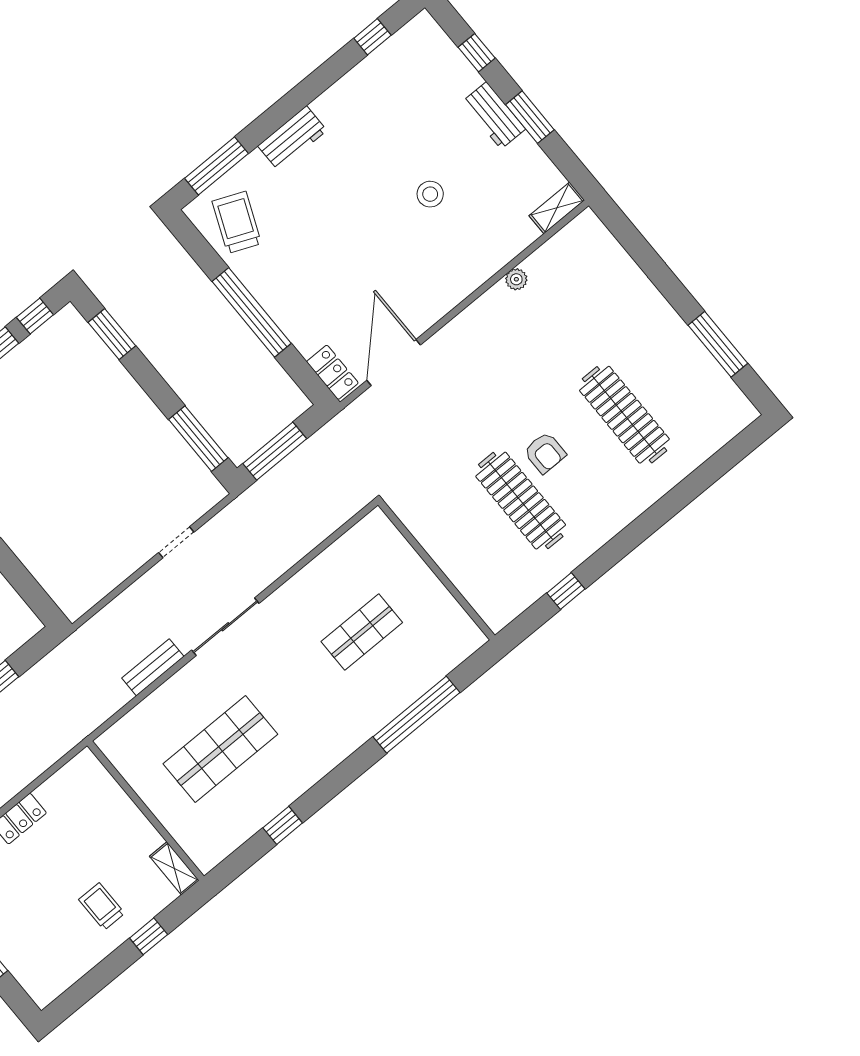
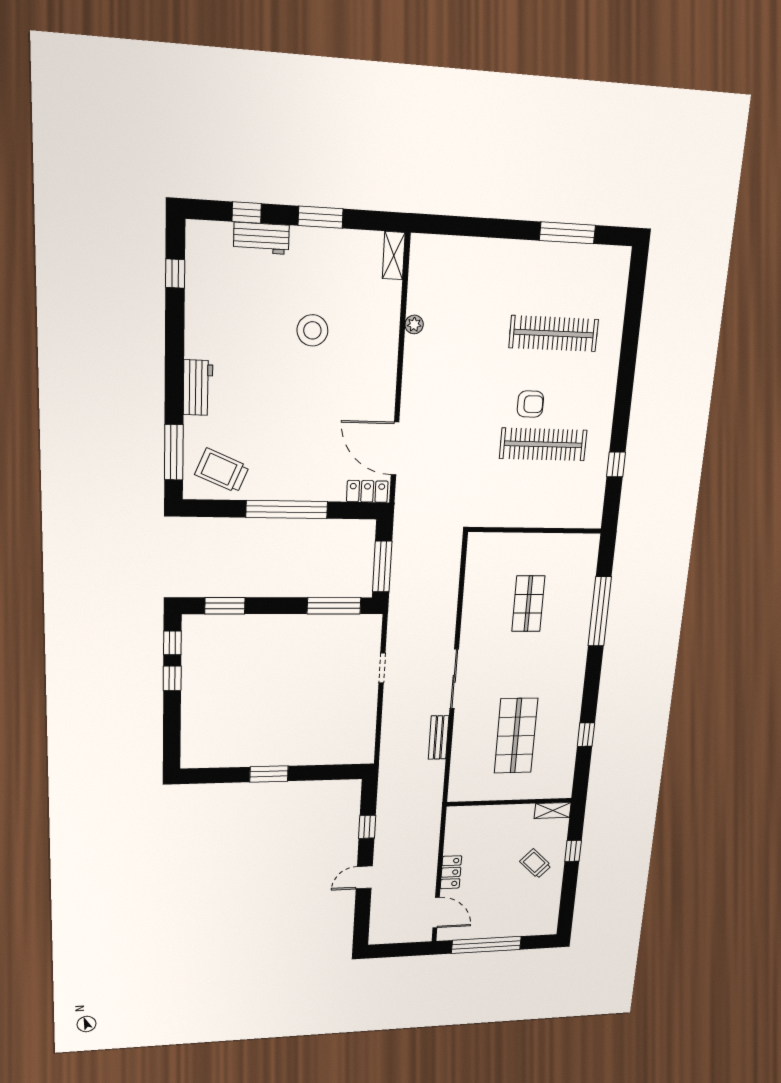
workbench: (494, 115) -> (261, 238), moved
stool: (430, 194) -> (312, 330), width x1.38, depth x1.38
trolley: (102, 906) -> (536, 864), turned 44

